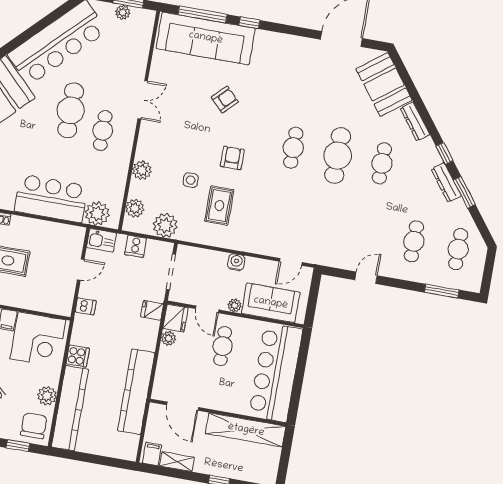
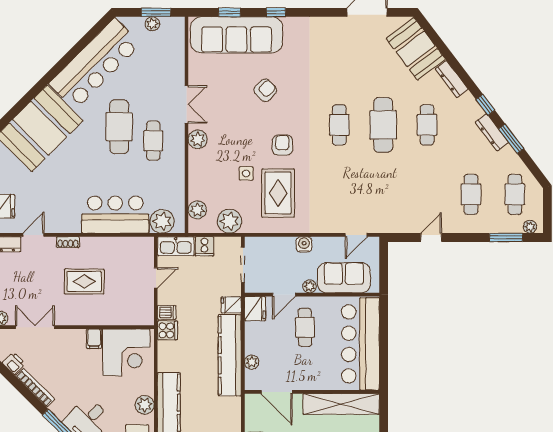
window: (202, 14) -> (230, 12), width x0.46
plant: (142, 170) -> (198, 139), moved
rug: (219, 206) -> (278, 193), width x1.36, depth x1.43
kitchen sink: (101, 240) -> (176, 246), width x1.38
plant: (468, 284) -> (530, 227), added
door: (207, 309) -> (284, 295), hinge flipped
plant: (168, 338) -> (252, 362), moved
cooker: (78, 356) -> (167, 330), moved
kitchen counter: (136, 392) -> (230, 355), moved

